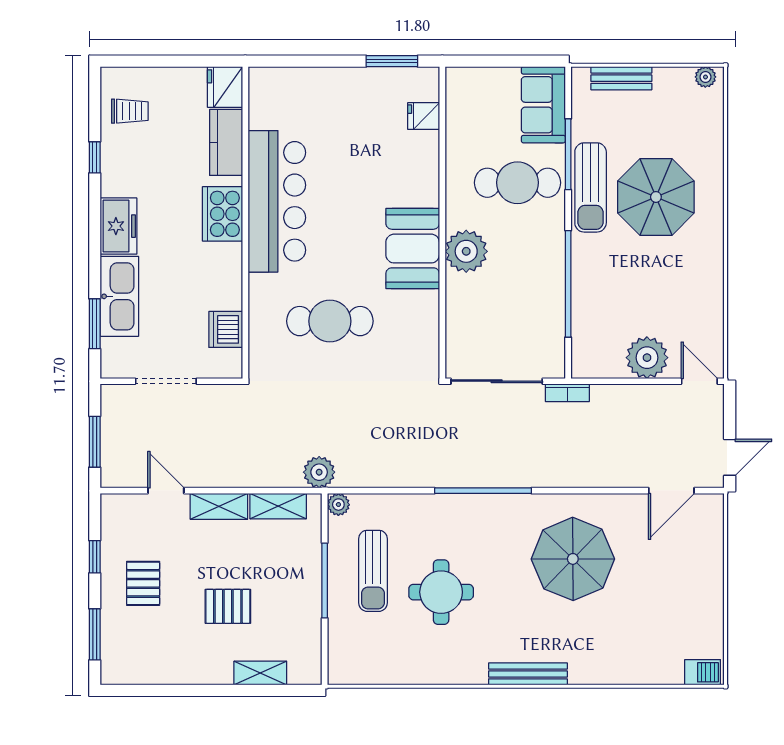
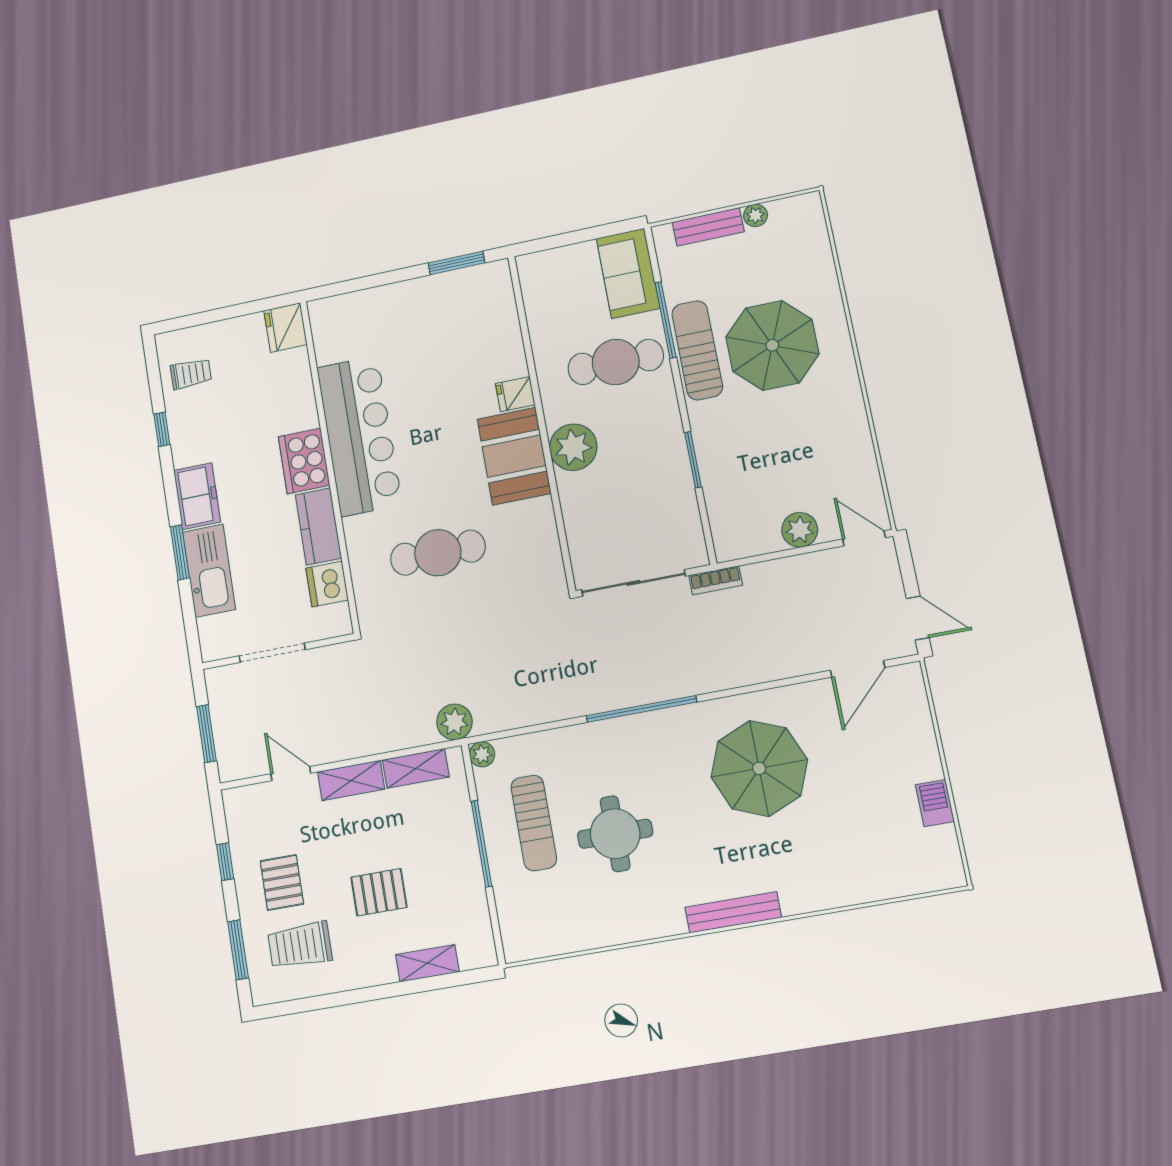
plant: (705, 77) -> (755, 215), moved
fridge: (424, 116) -> (515, 394), moved
kitchen counter: (226, 142) -> (318, 527), moved
sun lounger: (591, 187) -> (697, 350), turned 180
window: (568, 284) -> (693, 460), width x0.47
window: (95, 324) -> (180, 552), moved
plant: (647, 358) -> (800, 530), width x0.73, depth x0.73
door: (730, 457) -> (918, 618), hinge flipped
trolley: (151, 640) -> (300, 945), added
barbecue: (703, 672) -> (935, 803), moved, turned -90

